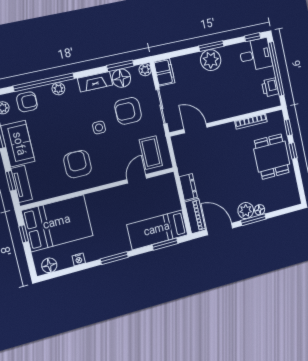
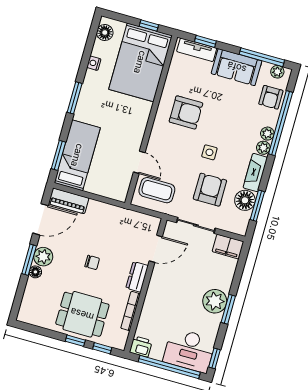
desk: (256, 55) -> (189, 350), width x1.37
plant: (145, 70) -> (263, 148), moved
printer: (270, 87) -> (141, 347), moved
chair: (231, 171) -> (92, 262), added
dresser: (188, 187) -> (137, 277), moved, turned 90

